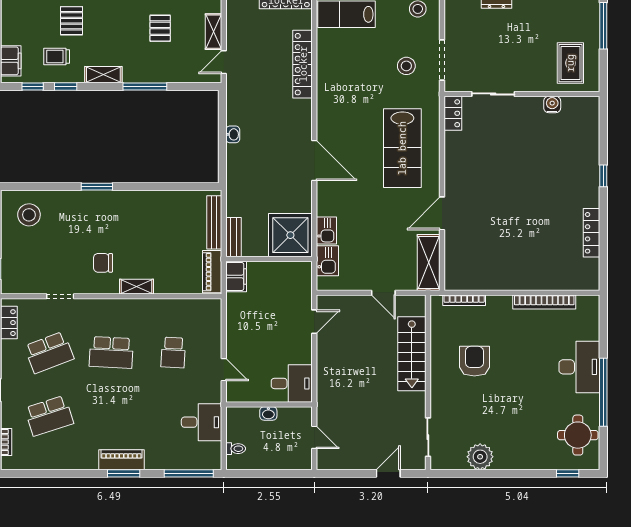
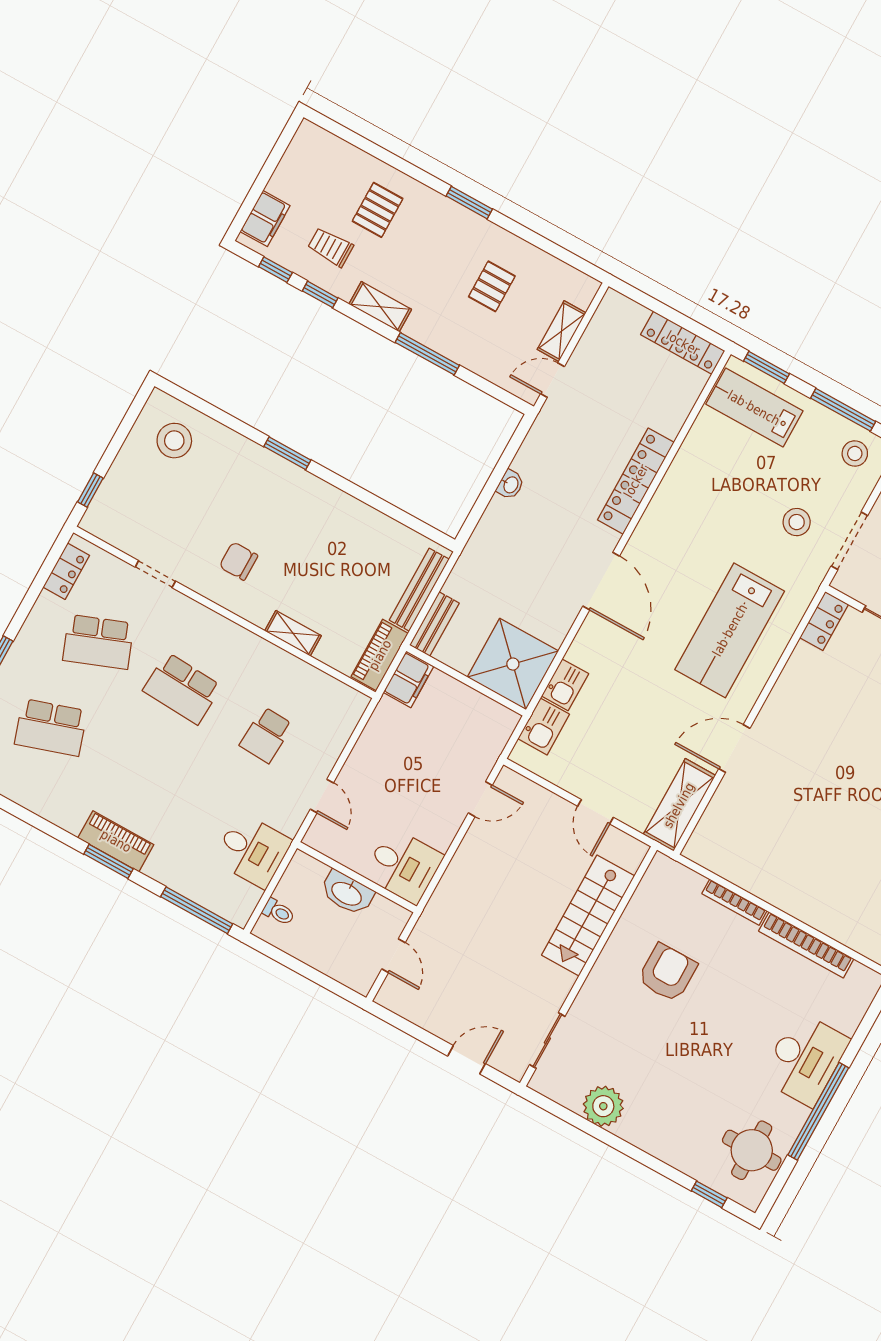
locker: (303, 64) -> (636, 481), moved
shelving: (136, 287) -> (293, 633), moved
bookcase: (464, 300) -> (734, 902), moved
washbasin: (268, 413) -> (347, 893), width x1.91, depth x1.45

